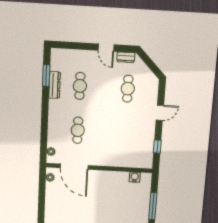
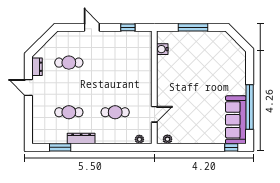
door: (106, 48) -> (28, 88), swing flipped
dresser: (55, 85) -> (81, 138), moved
door: (74, 167) -> (154, 114), width x0.53

